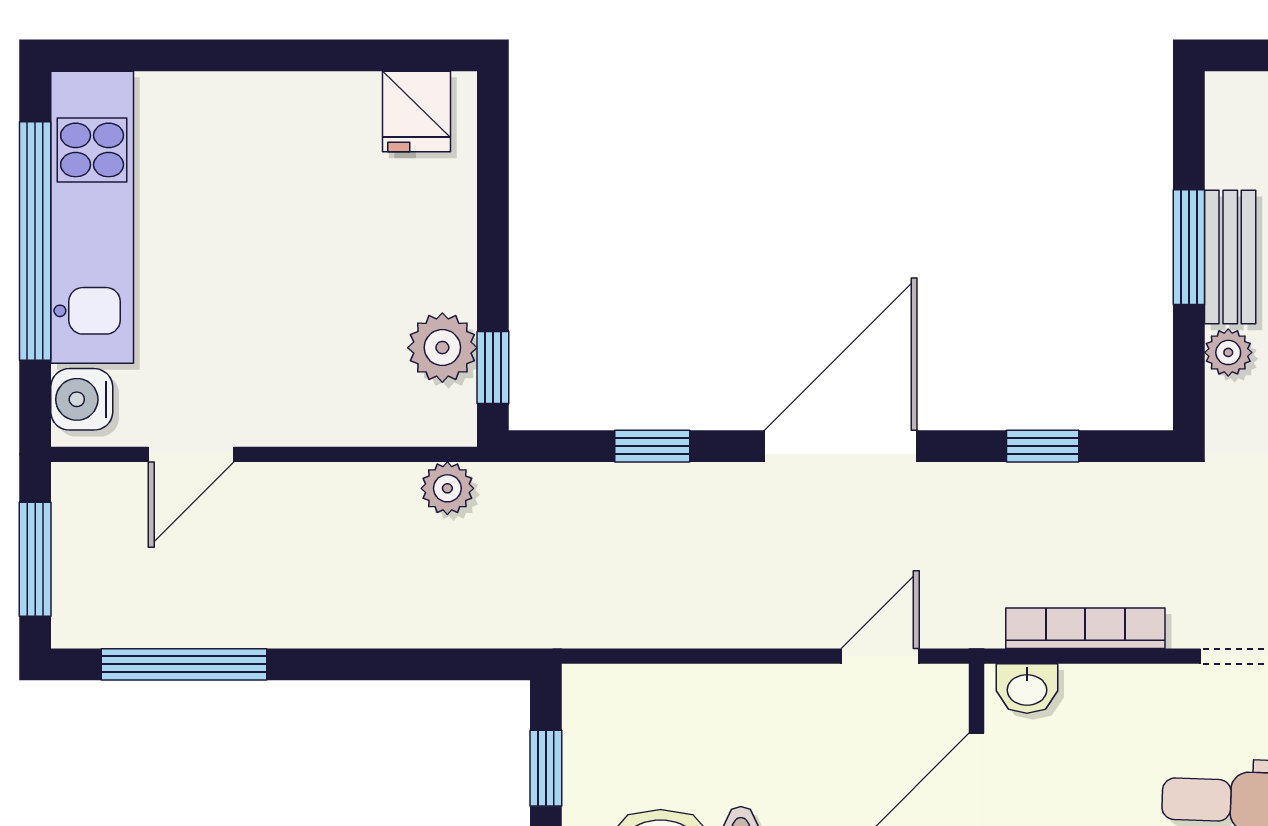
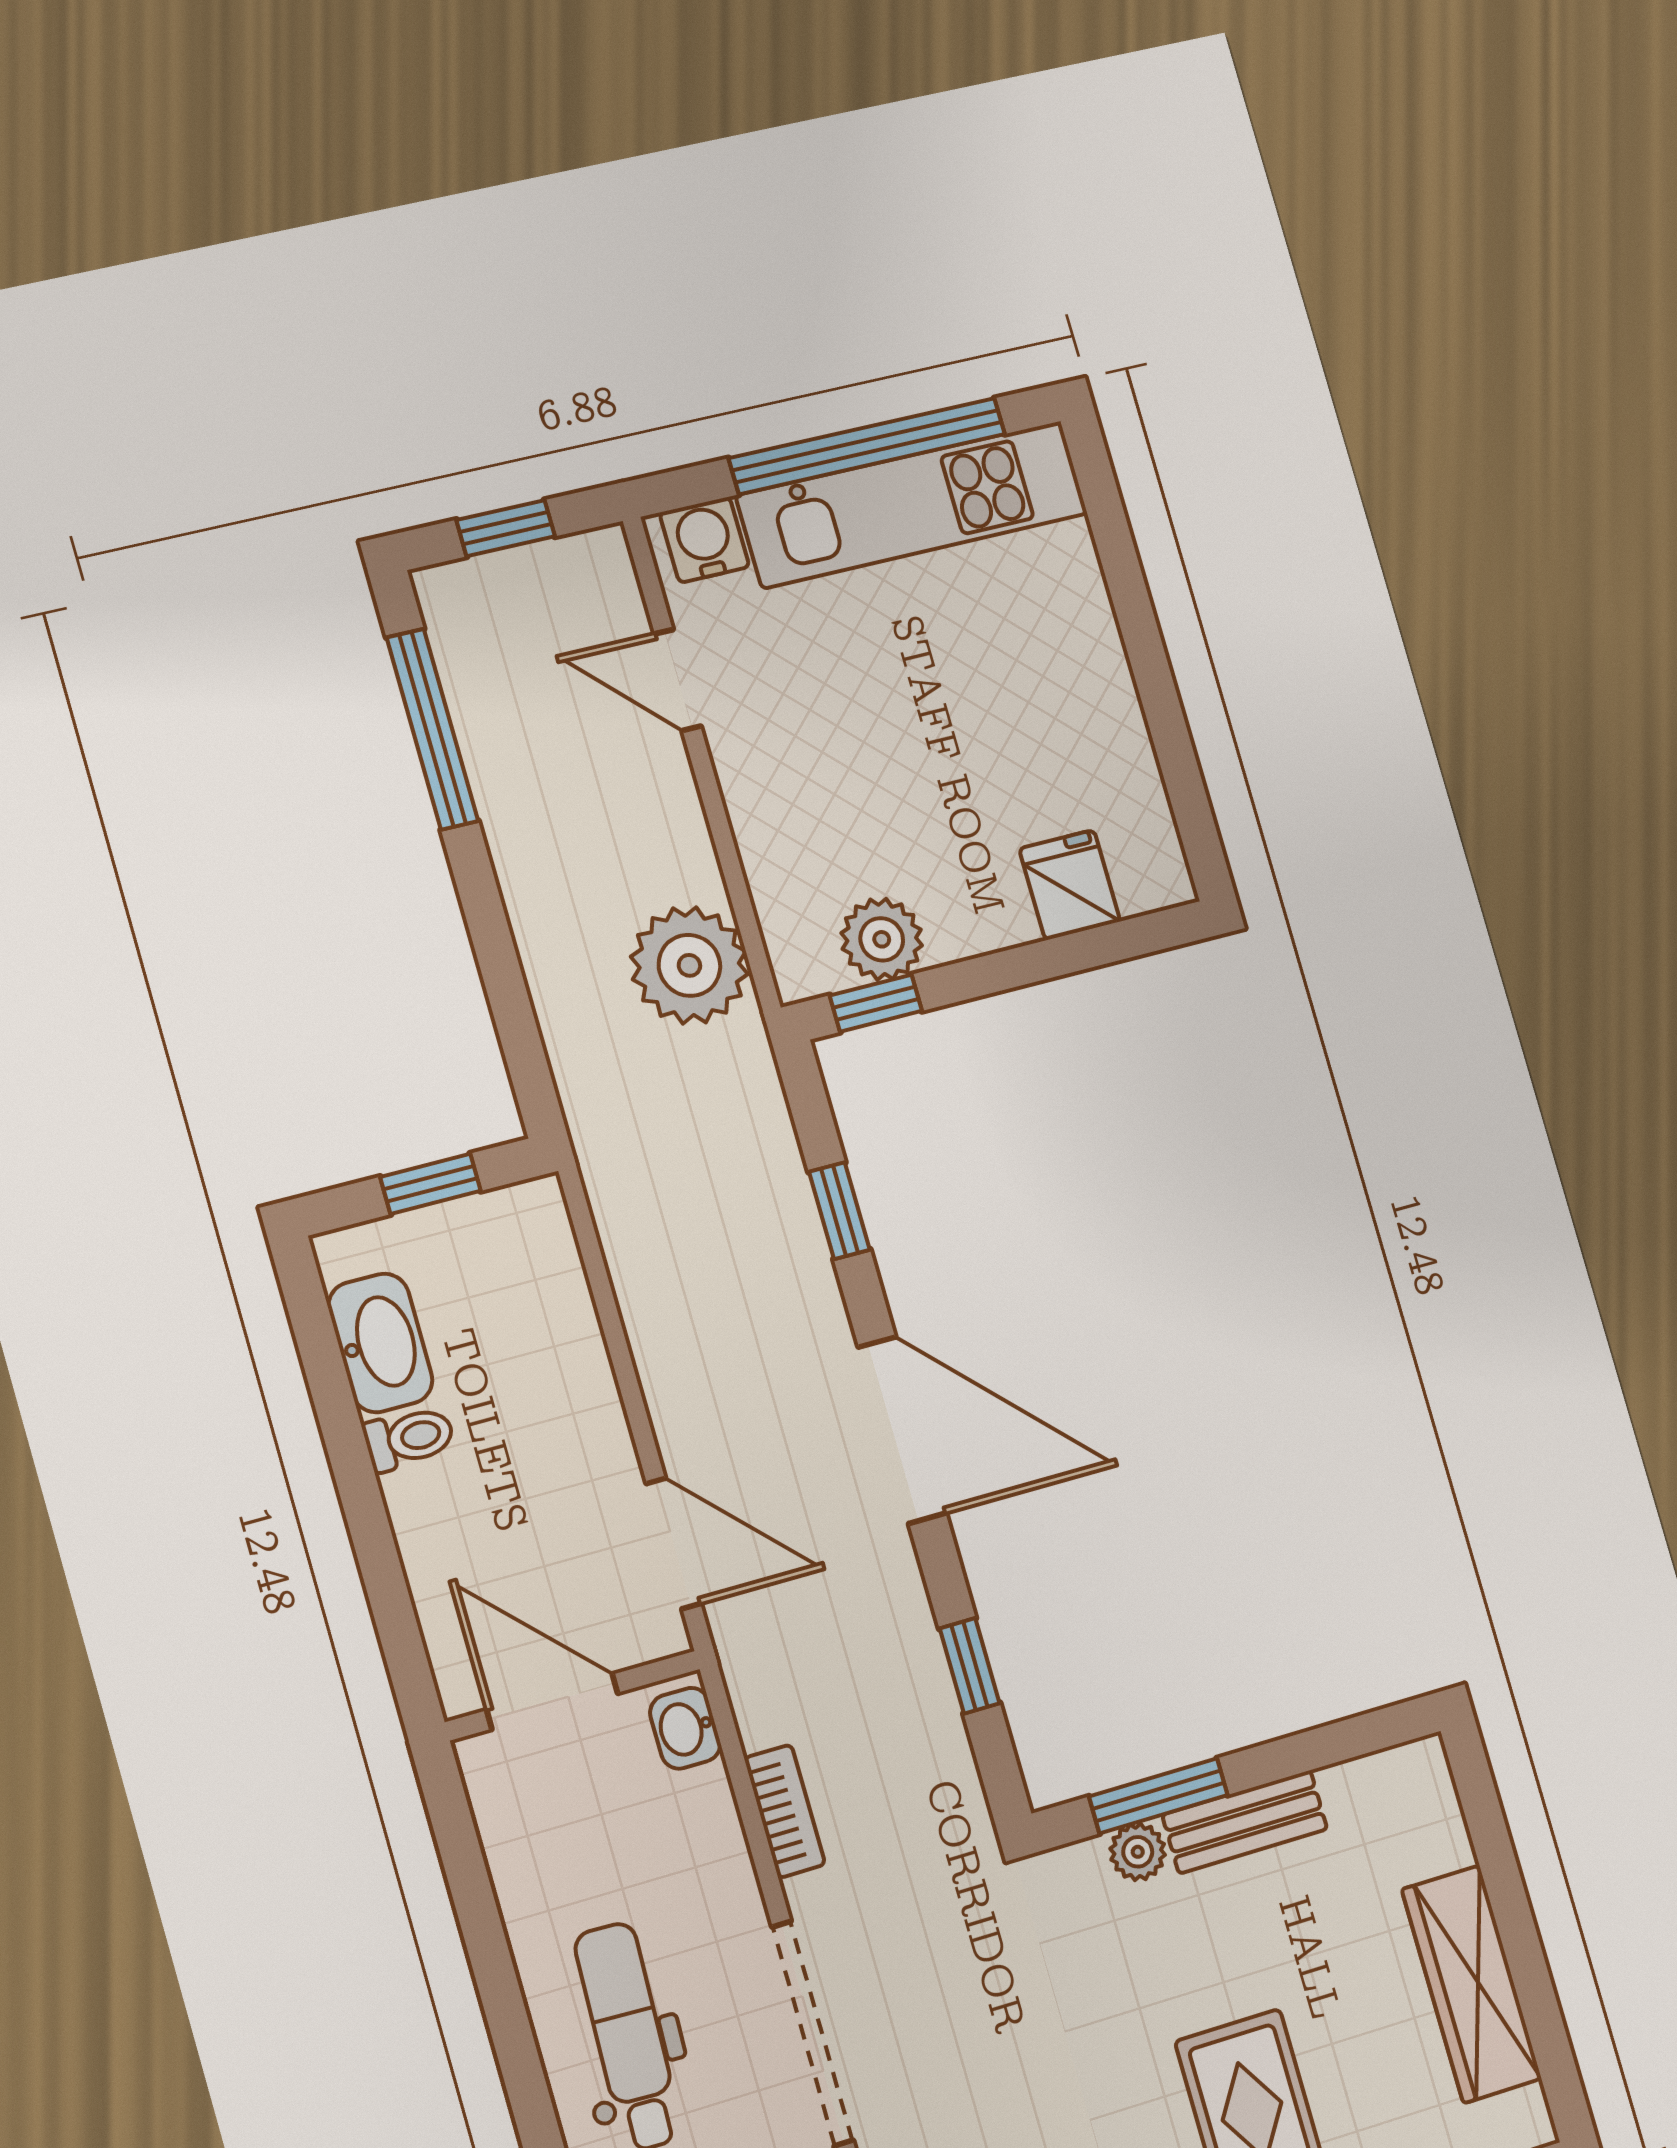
fridge: (416, 111) -> (1070, 885), moved, turned 90
window: (1189, 247) -> (1158, 1796), moved
plant: (447, 488) -> (689, 965), width x1.87, depth x1.87
window: (35, 559) -> (506, 528), width x0.67
bookcase: (1085, 628) -> (785, 1811), width x0.64
door: (880, 656) -> (674, 1543), width x1.38

